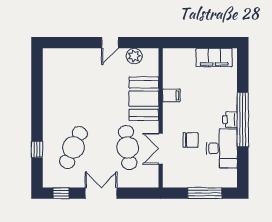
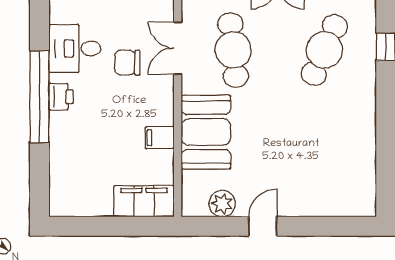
filing cabinet: (214, 57) -> (144, 201), moved
desk: (222, 148) -> (75, 49), width x0.73
double door: (161, 149) -> (178, 48), swing flipped

